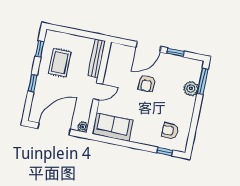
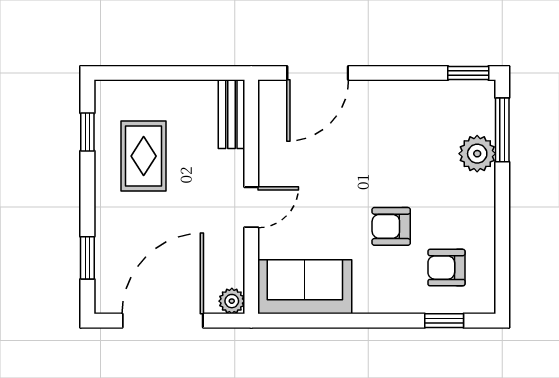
door: (148, 47) -> (318, 73), moved
window: (175, 52) -> (468, 73), moved
bench: (97, 58) -> (231, 114), width x0.73
window: (33, 83) -> (87, 258), moved
armchair: (147, 83) -> (391, 226), moved, turned 90

